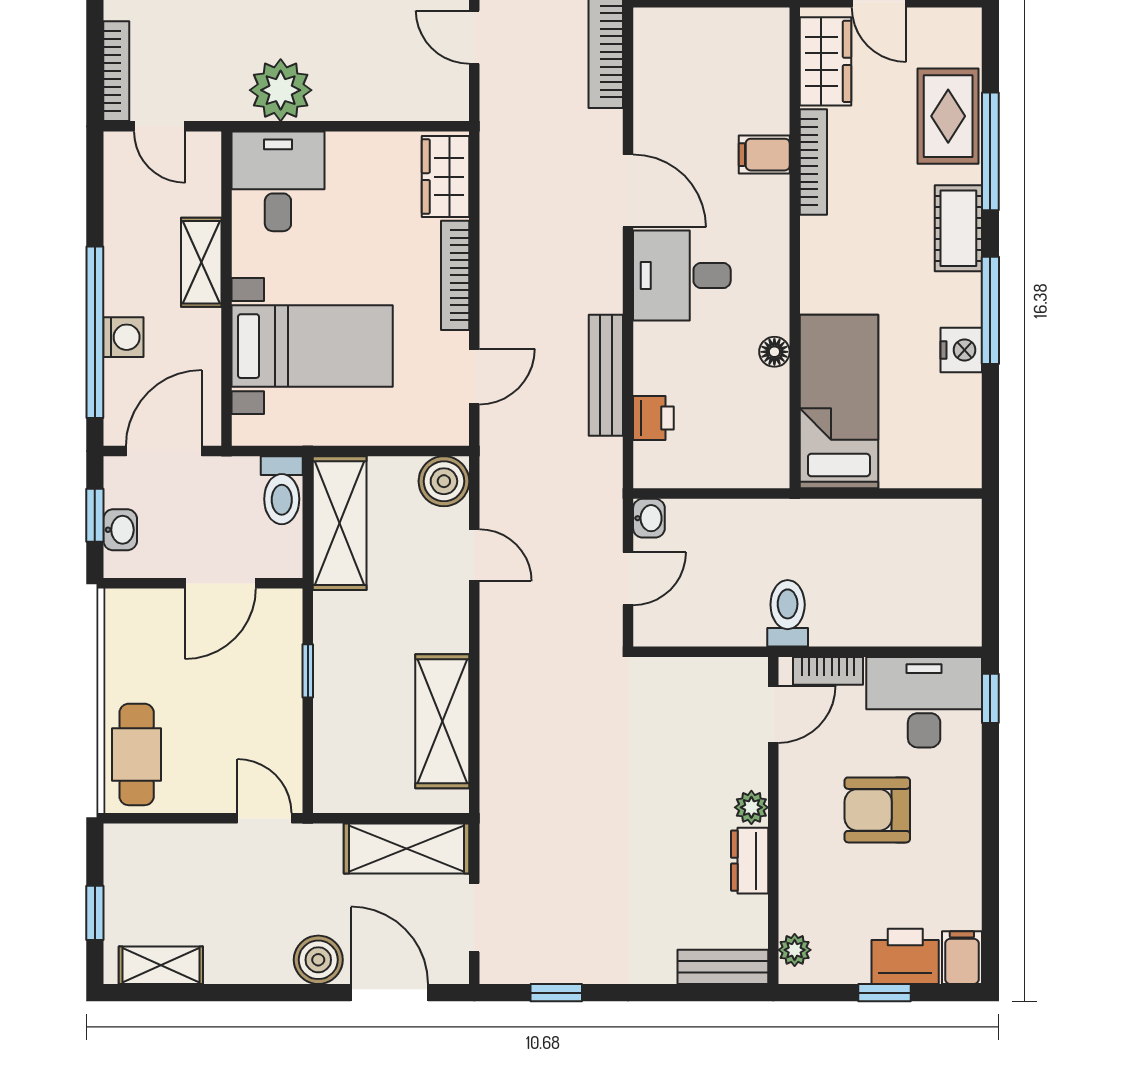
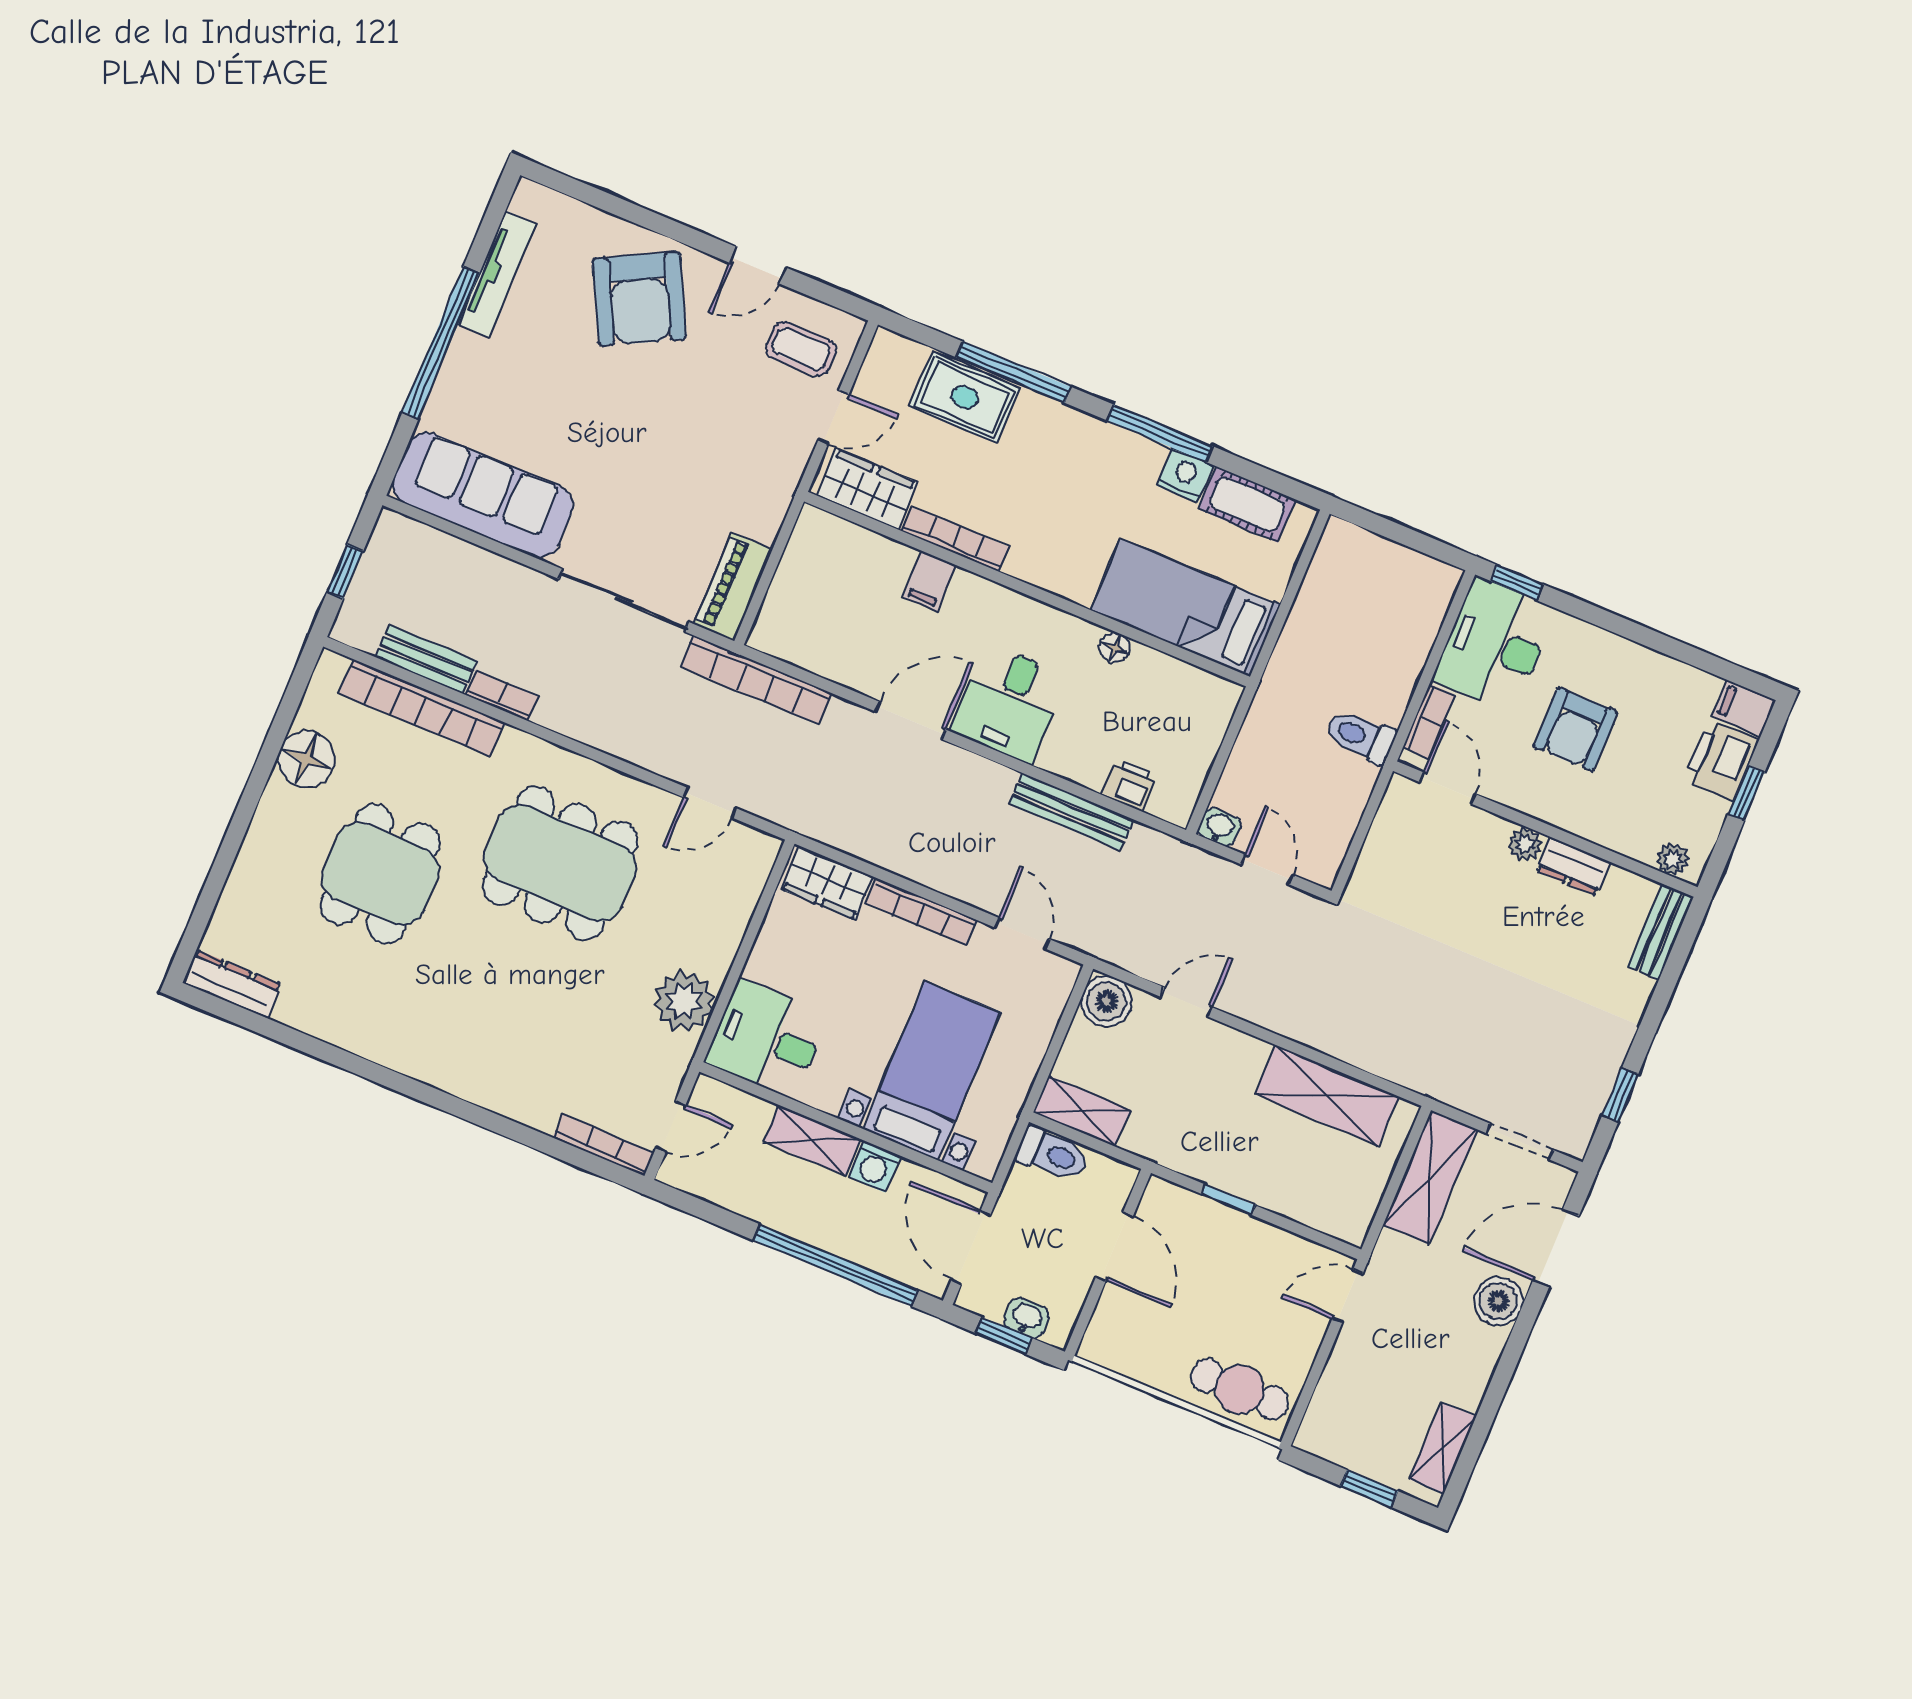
cot: (958, 228) -> (1247, 504), moved
washing machine: (123, 337) -> (874, 1167), moved, turned 180
shelving: (340, 523) -> (1082, 1111), width x0.67, depth x0.75

